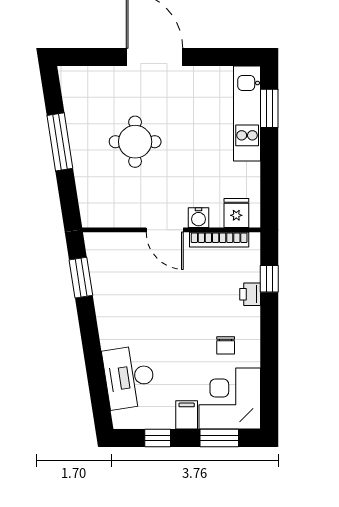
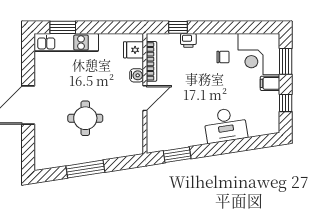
desk: (129, 377) -> (225, 125), moved

